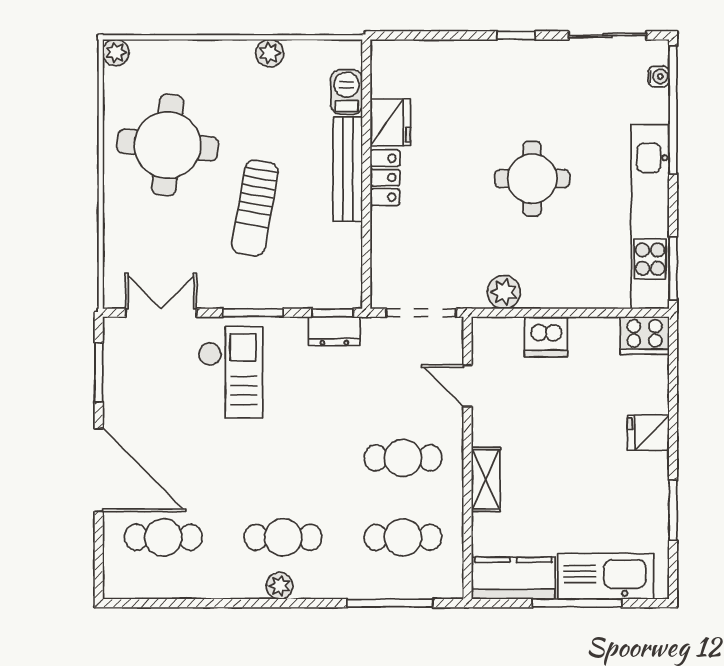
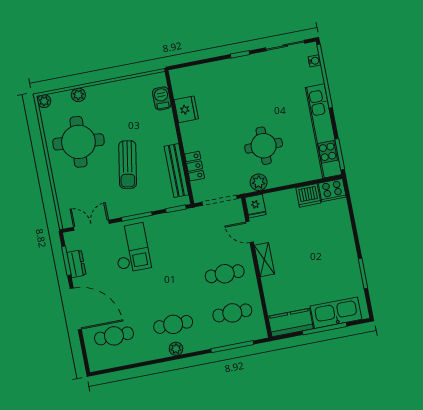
plant: (270, 53) -> (78, 95), moved
bench: (348, 169) -> (176, 170), moved
locker: (385, 178) -> (195, 166), moved
round table: (532, 179) -> (264, 146), moved
dresser: (334, 331) -> (76, 264), moved, turned -90
dishwasher: (546, 337) -> (308, 195), moved
fridge: (648, 433) -> (256, 206), moved, turned -90
shelving: (486, 479) -> (264, 260), moved

